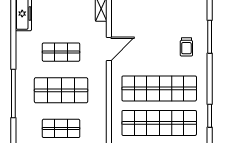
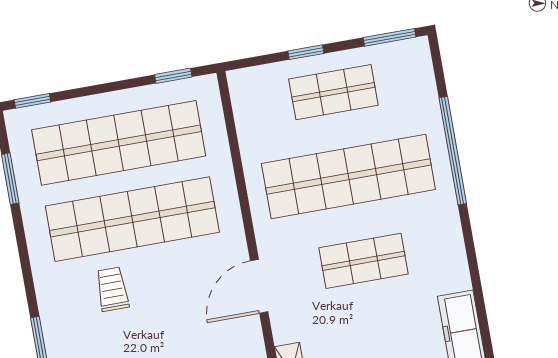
trolley: (186, 47) -> (112, 289), moved
shop shelf: (61, 90) -> (348, 176), width x1.40

